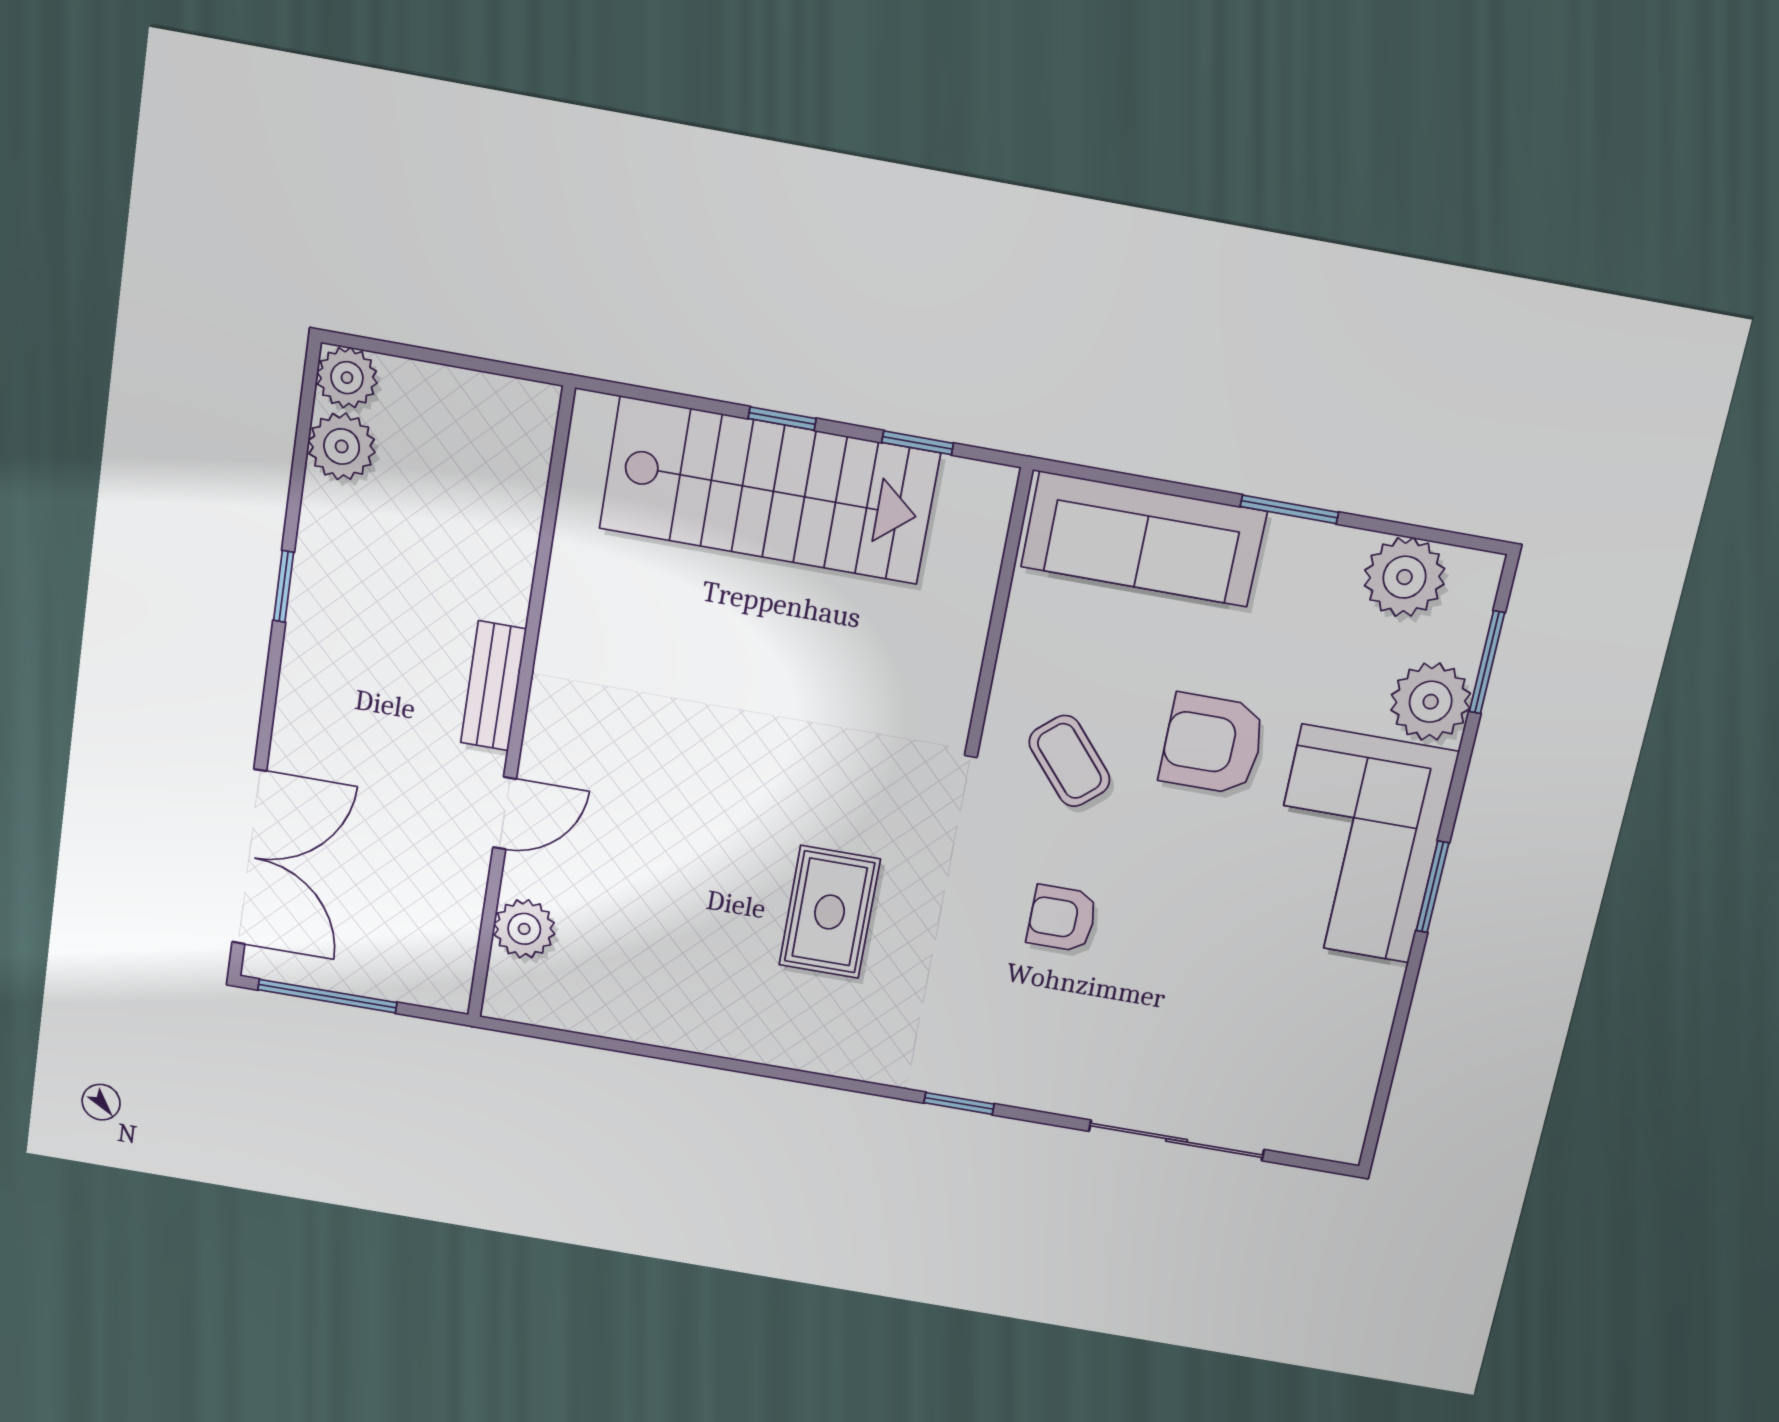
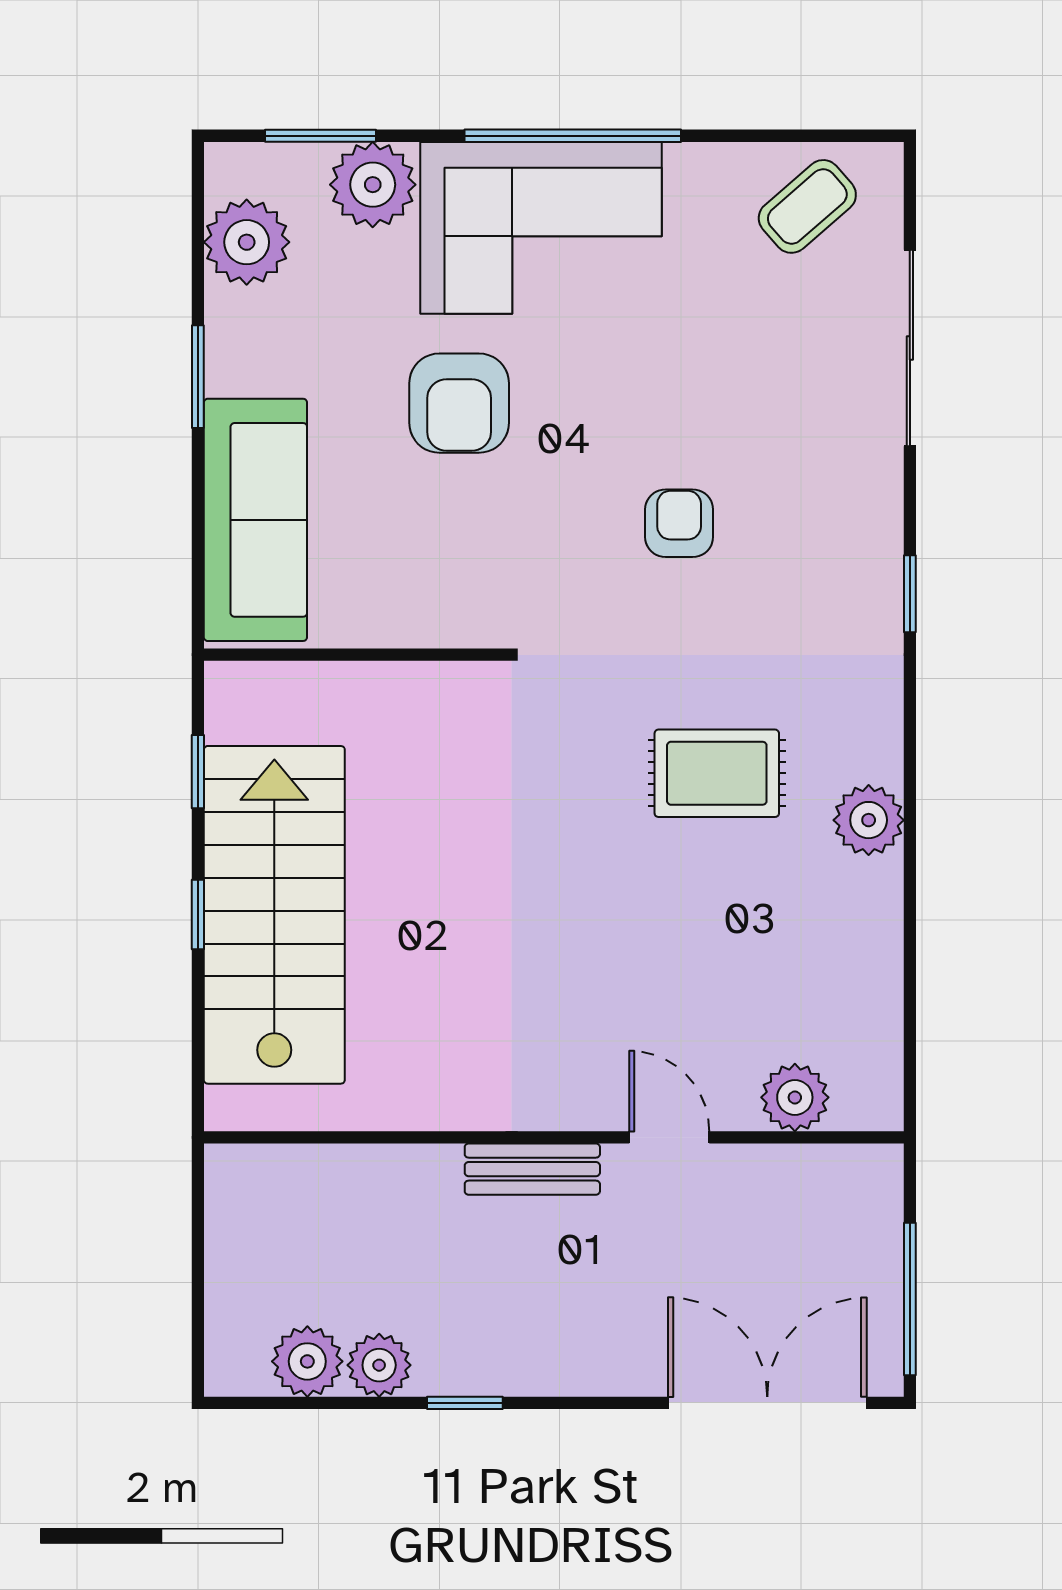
plant: (347, 378) -> (379, 1365), moved
coffee table: (1069, 761) -> (807, 206), moved
window: (1433, 887) -> (573, 136), width x2.11
armchair: (1062, 918) -> (679, 523), turned 180
plant: (764, 1035) -> (869, 820), added

